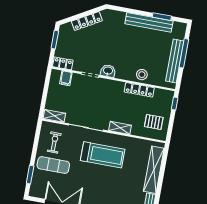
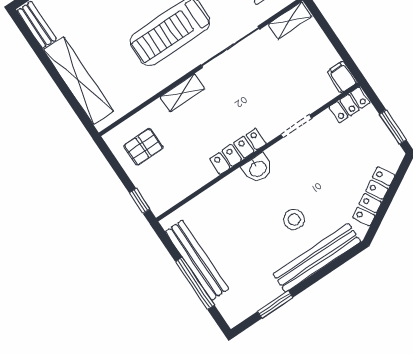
bench: (149, 22) -> (317, 258), moved
washbasin: (108, 71) -> (258, 168), moved
stool: (142, 75) -> (294, 219), moved
filing cabinet: (66, 78) -> (342, 77), moved
locker: (139, 90) -> (238, 151), moved

